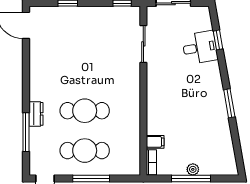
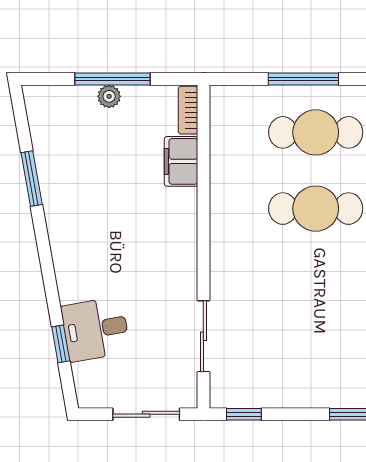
window: (229, 103) -> (32, 178), moved
filing cabinet: (155, 142) -> (181, 161), width x2.00

